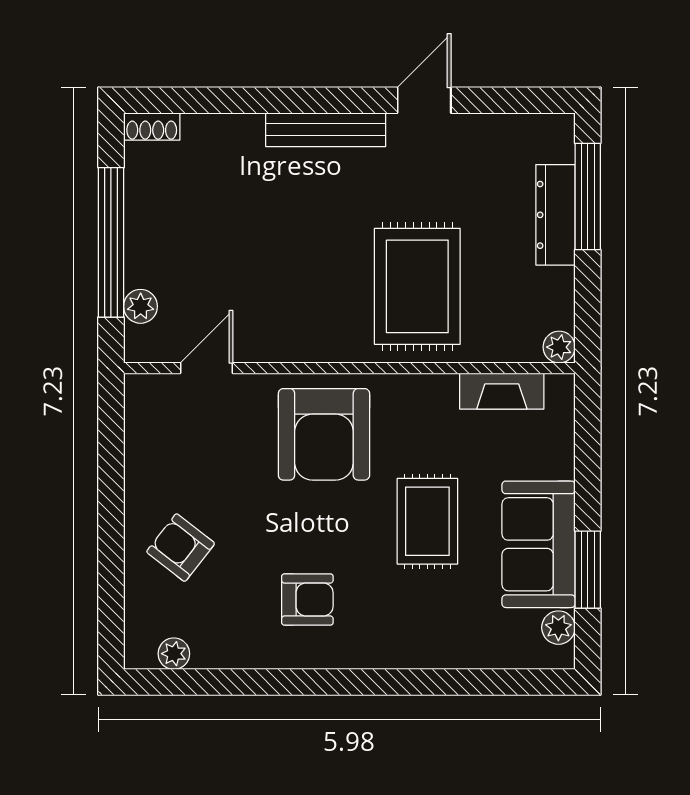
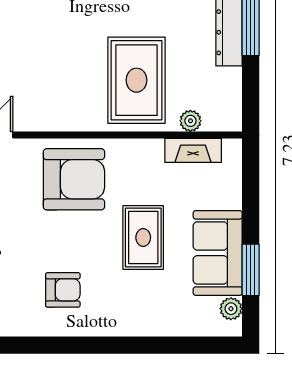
plant: (559, 347) -> (190, 121), moved
armchair: (324, 434) -> (74, 179), turned -90

